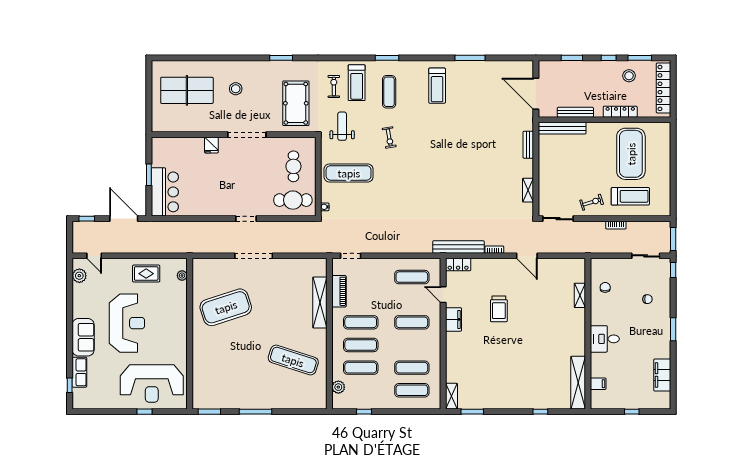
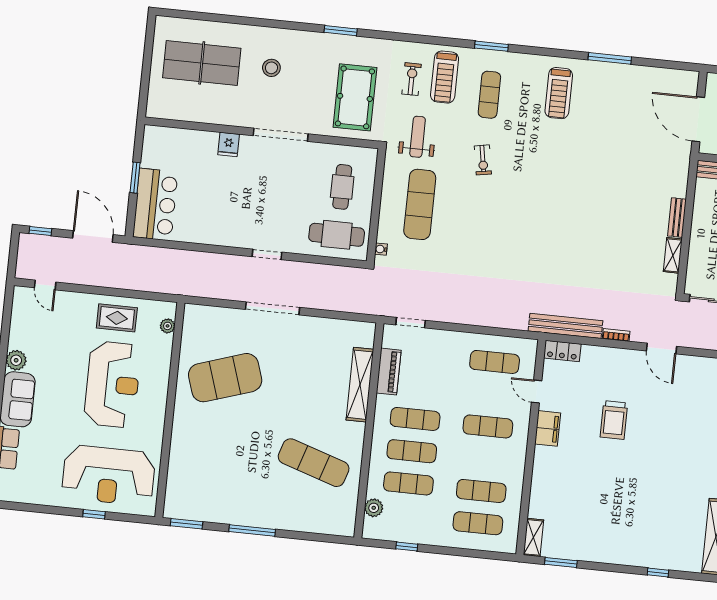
bench: (528, 145) -> (677, 218), moved
exercise mat: (349, 173) -> (420, 204), turned 90
plant: (79, 276) -> (16, 360), moved
reception desk: (127, 323) -> (112, 384), moved

